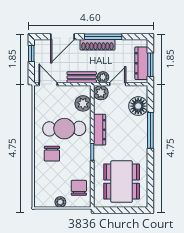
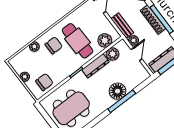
door: (118, 84) -> (136, 54), hinge flipped
plant: (101, 93) -> (113, 54), moved
floor lamp: (138, 106) -> (118, 91), moved
chair: (52, 154) -> (54, 45), turned 180
plant: (40, 172) -> (34, 47), added

